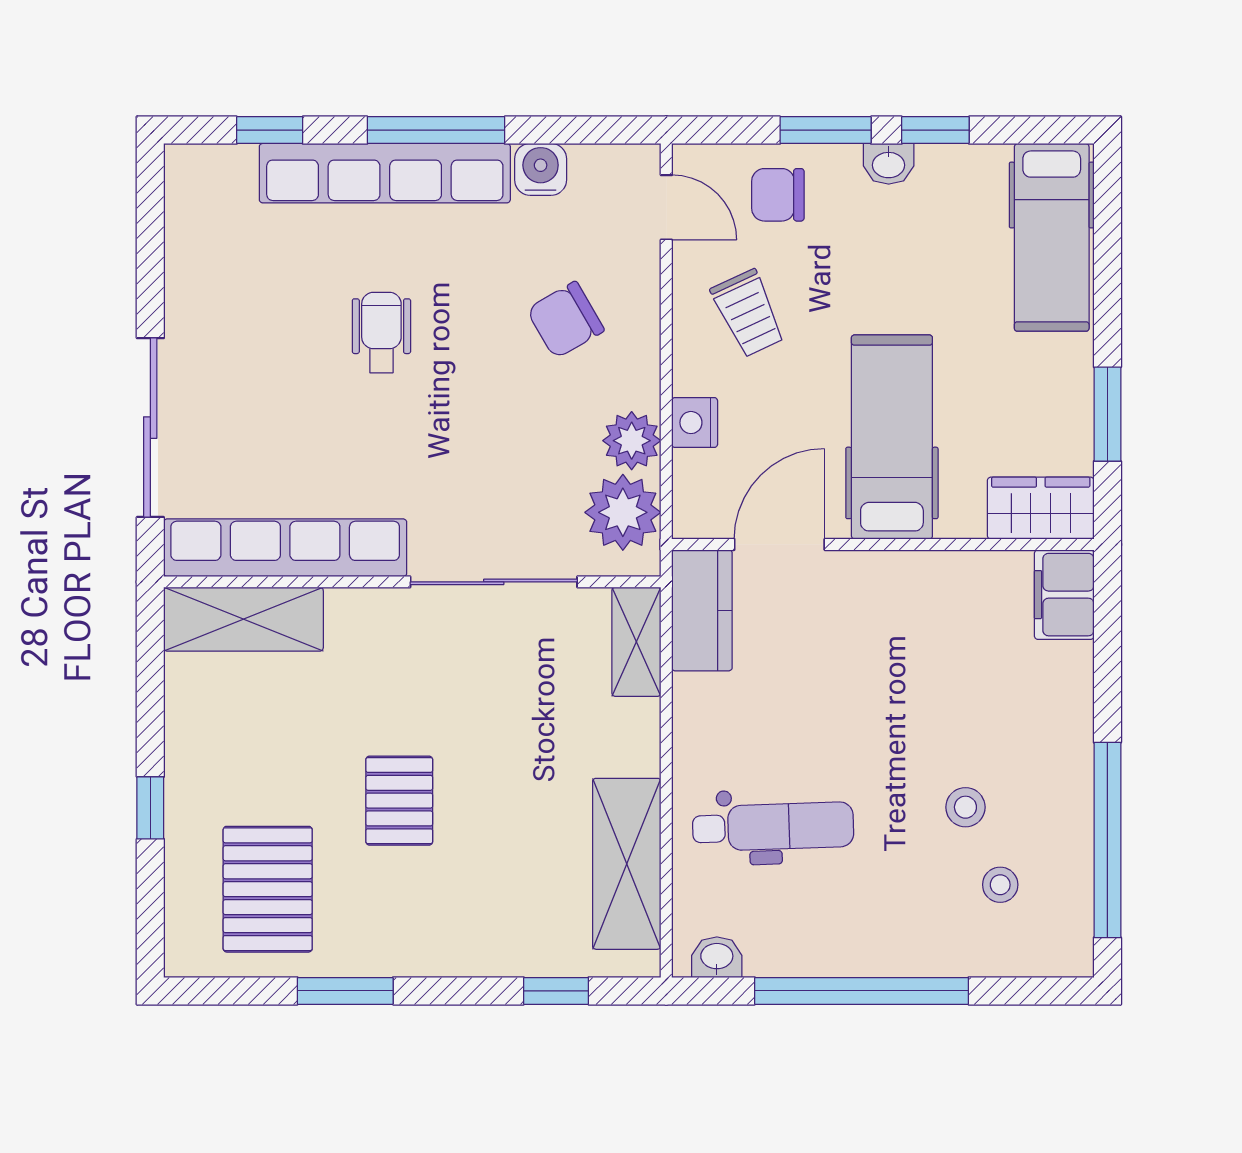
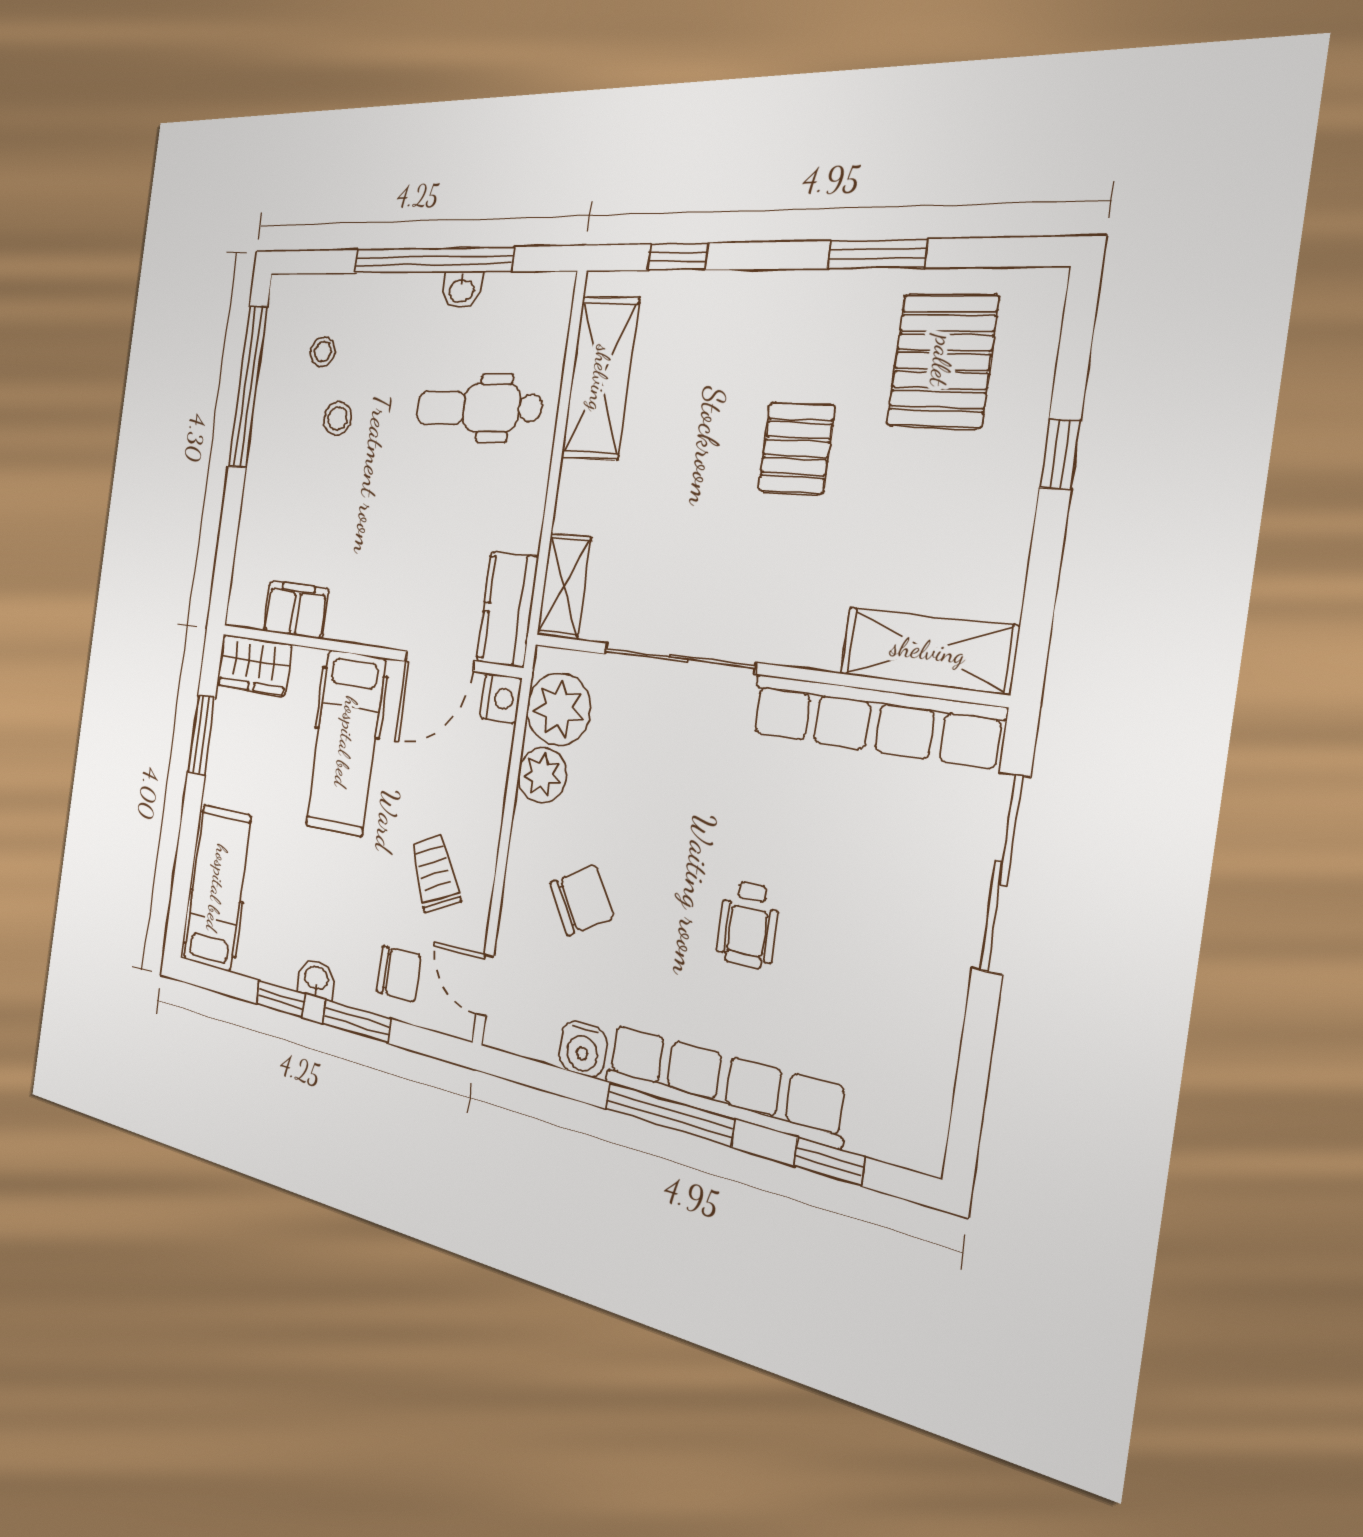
nightstand: (695, 423) -> (501, 698), moved
filing cabinet: (1064, 595) -> (296, 610), moved, turned -90
washbasin: (717, 957) -> (462, 290), moved

